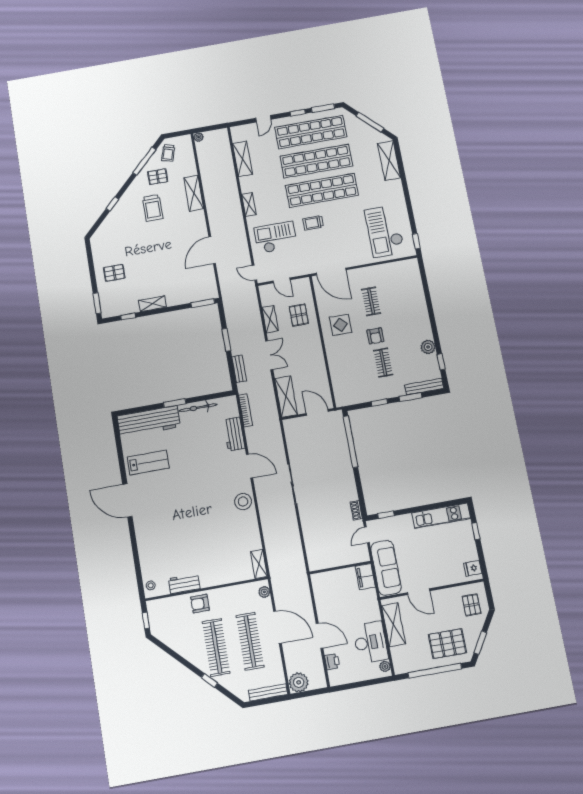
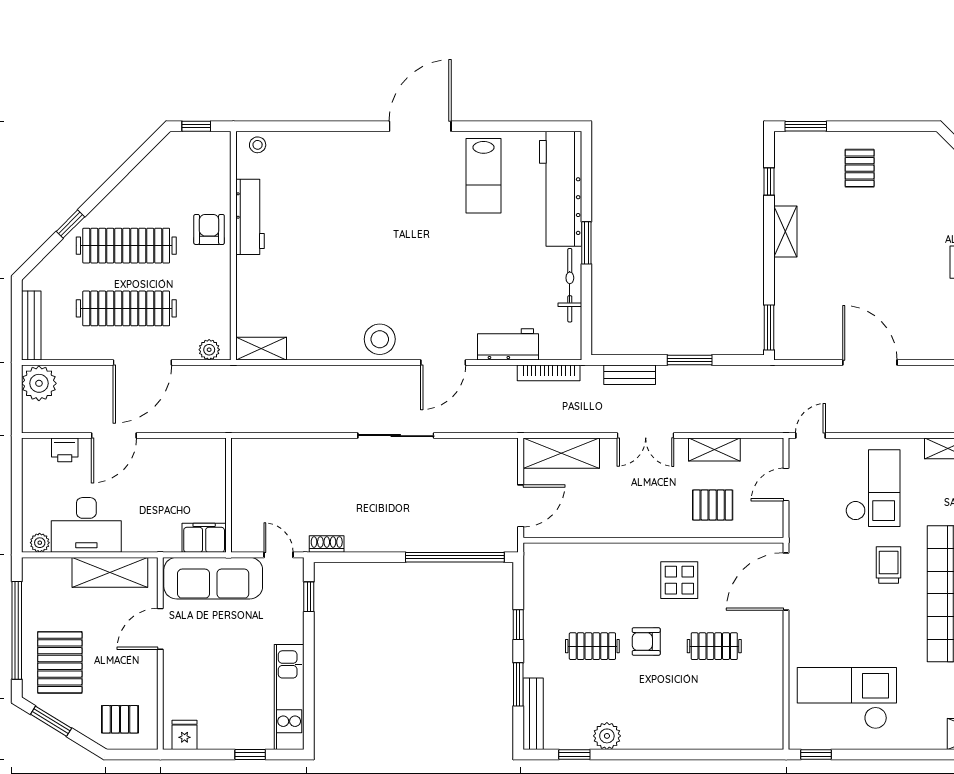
workbench: (184, 584) -> (250, 217), width x1.38

